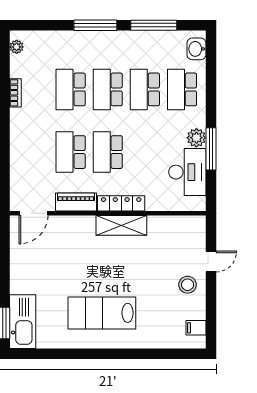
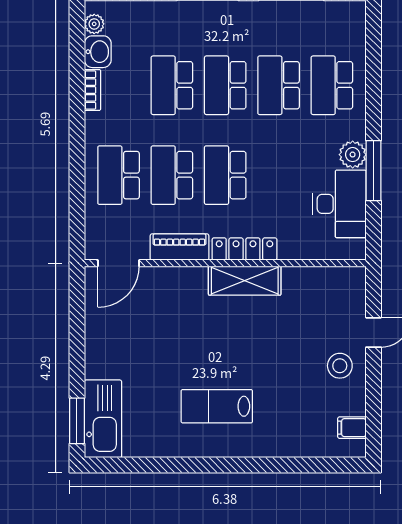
washbasin: (196, 49) -> (98, 52), moved, turned 180
school desk: (33, 152) -> (119, 175), added
lab bench: (102, 313) -> (217, 406), width x0.73, depth x0.72

